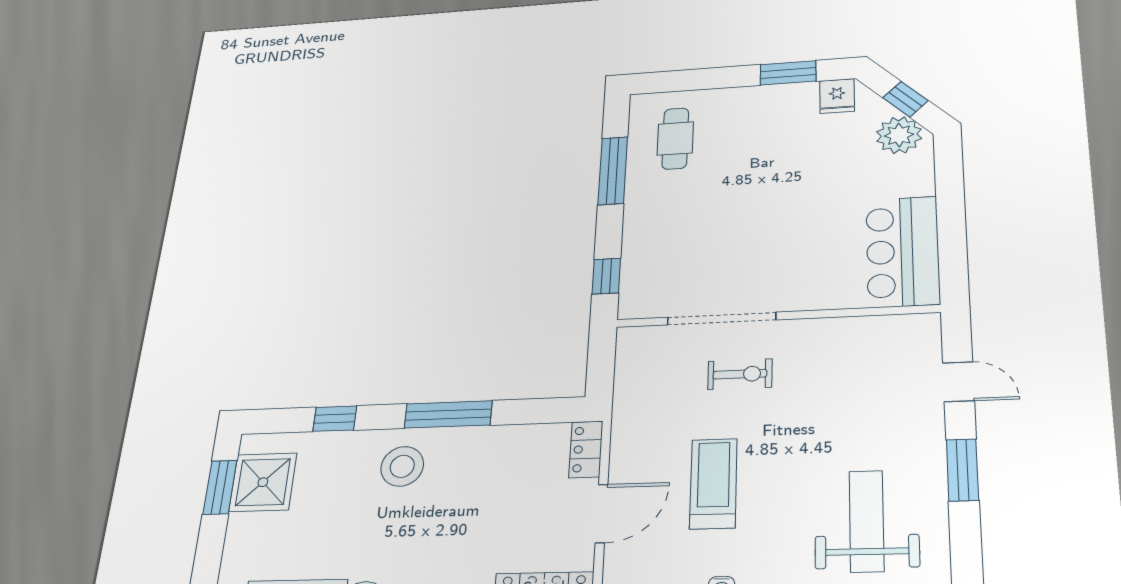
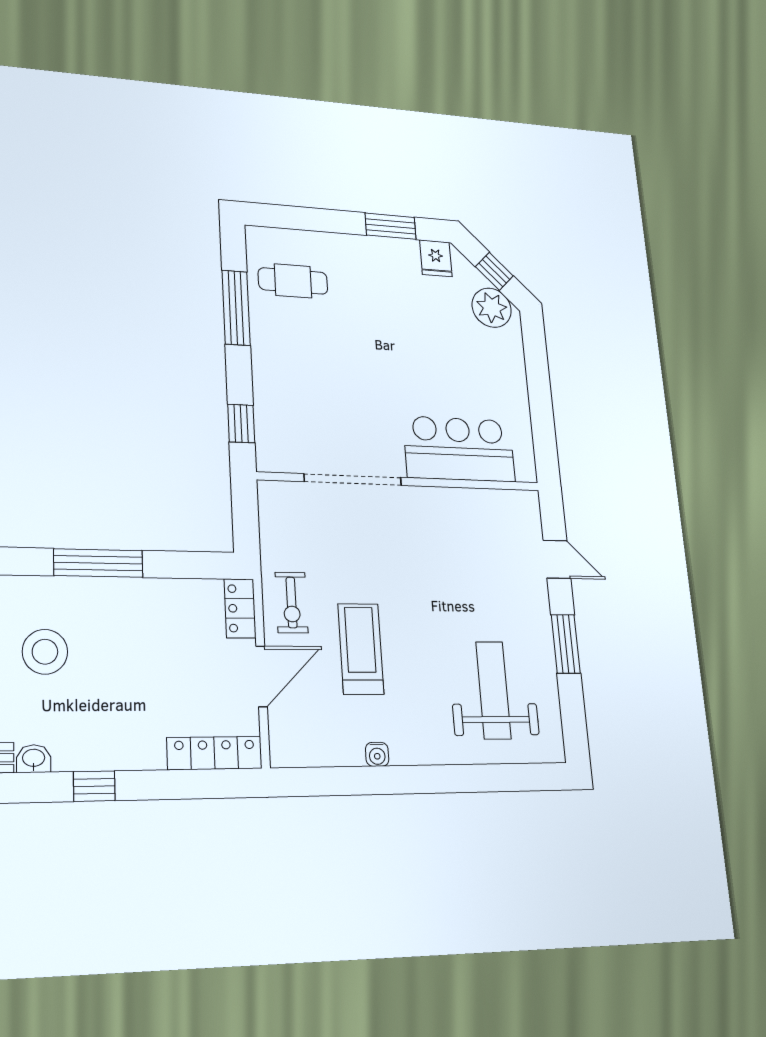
cafe table: (675, 139) -> (293, 281), turned 90
bar counter: (903, 251) -> (459, 449), moved, turned 90
exercise bike: (740, 374) -> (292, 602), moved, turned 90
stool: (402, 466) -> (45, 652), moved

